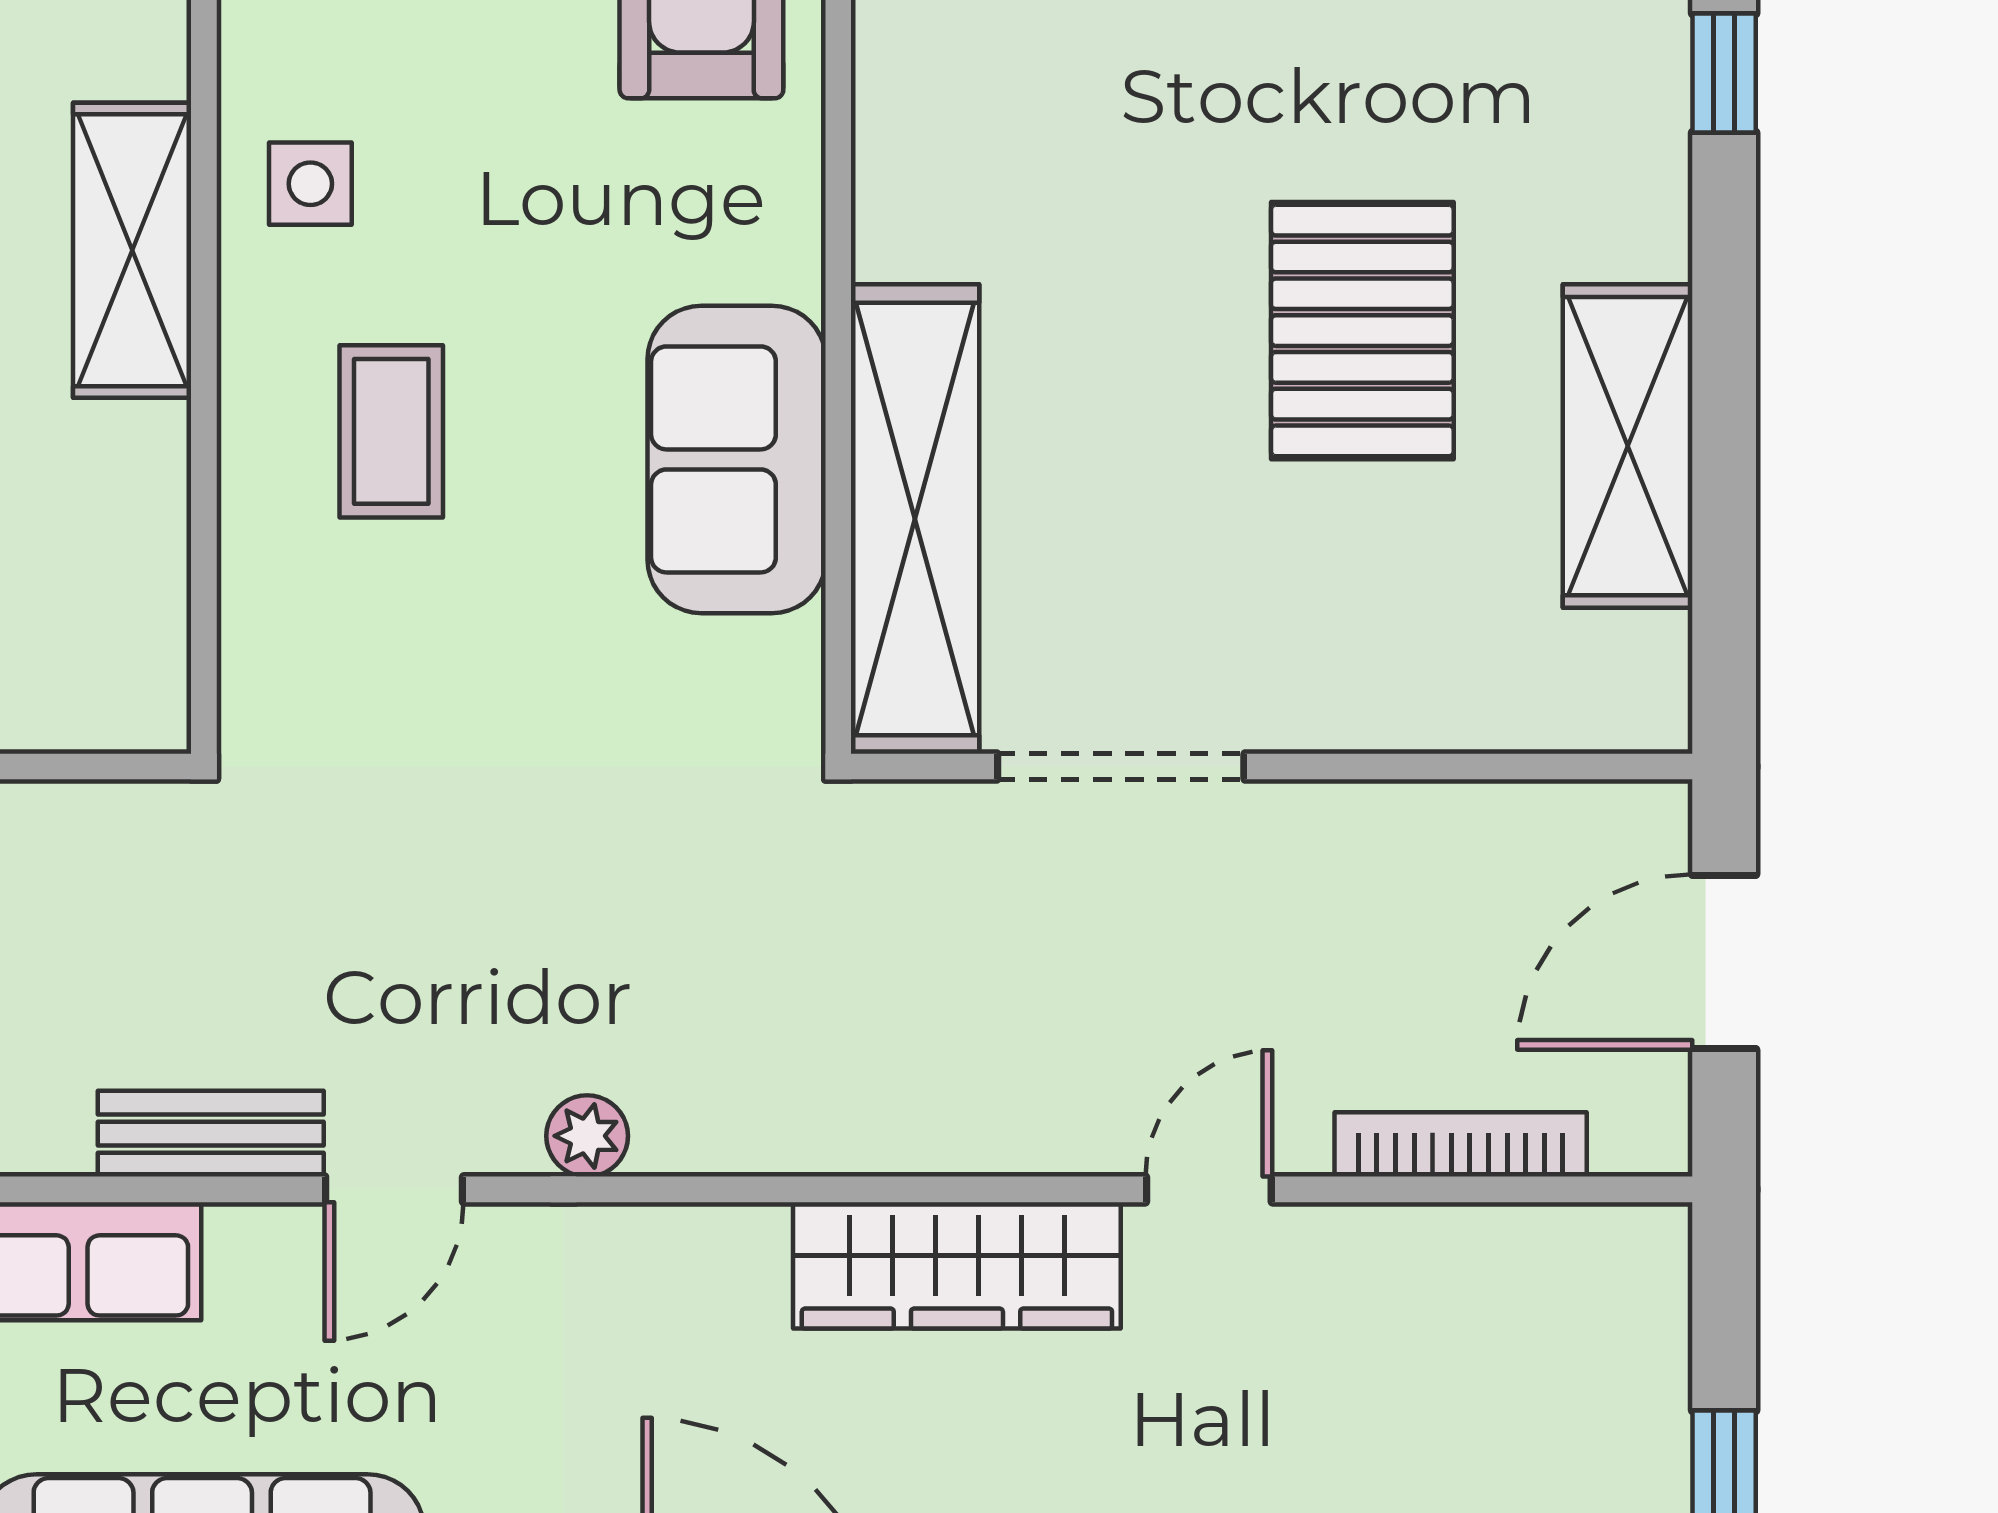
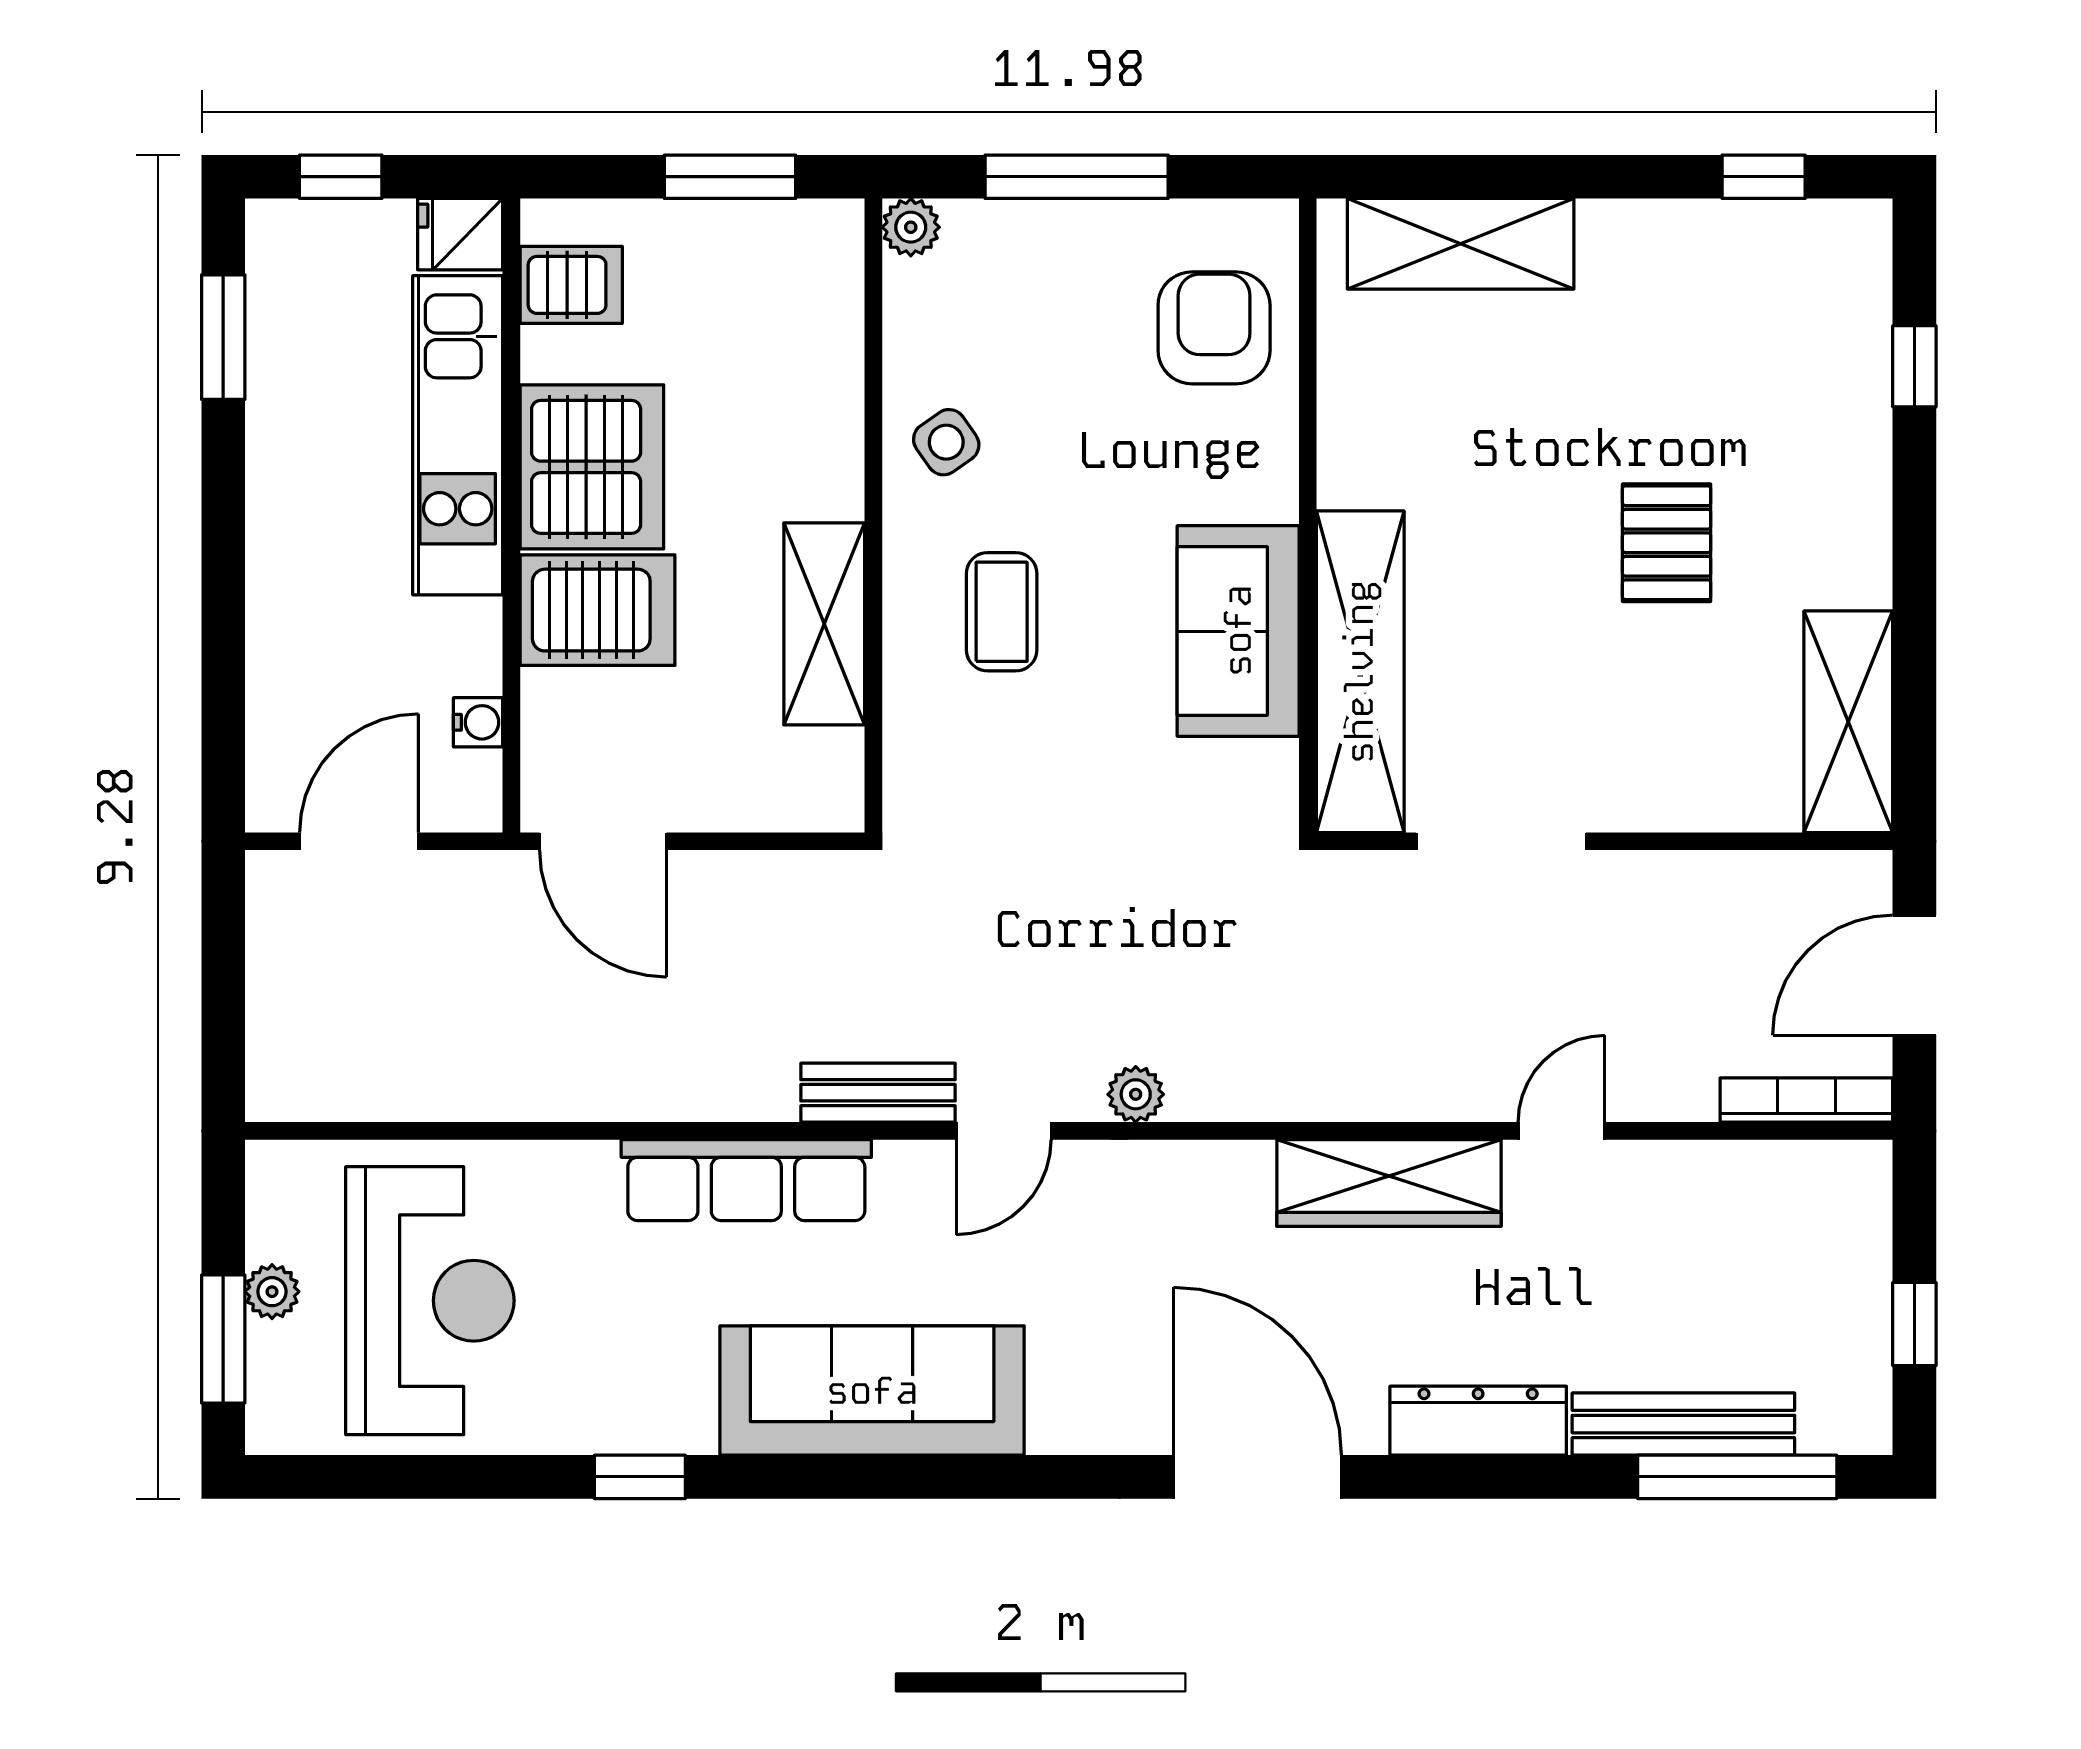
side table: (310, 184) -> (946, 442), turned -35
shelving: (132, 250) -> (824, 624), moved
pallet: (1362, 331) -> (1667, 543), width x0.67, depth x0.71
shelving: (1628, 446) -> (1848, 722), moved
bookcase: (1461, 1144) -> (1806, 1100), moved

